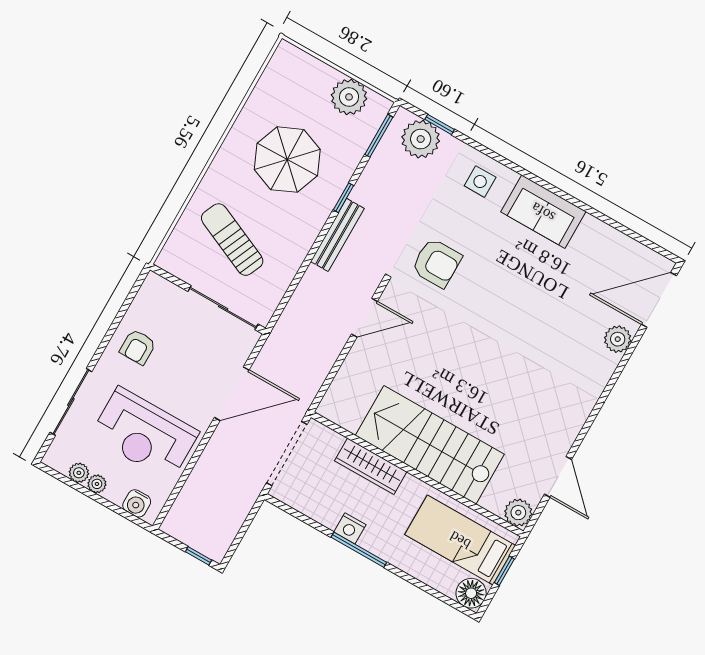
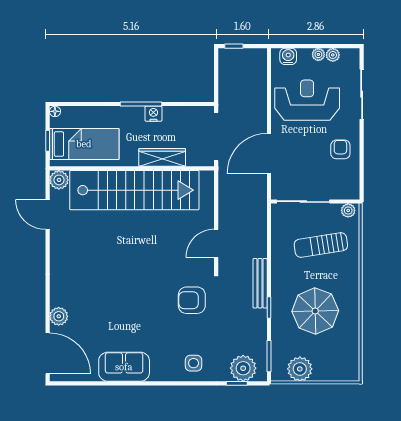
sofa: (543, 212) -> (124, 367), moved
sun lounger: (232, 240) -> (321, 245), turned 147
plant: (172, 264) -> (348, 210), added
door: (659, 300) -> (48, 353), hinge flipped
stairs: (430, 445) -> (134, 190), width x1.36
floor lamp: (471, 593) -> (55, 111), width x0.53, depth x0.53

